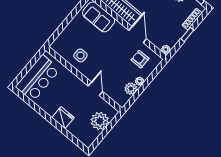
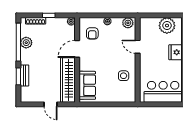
door: (95, 89) -> (138, 47), hinge flipped
plant: (131, 89) -> (128, 23), moved
plant: (100, 121) -> (167, 26), moved

